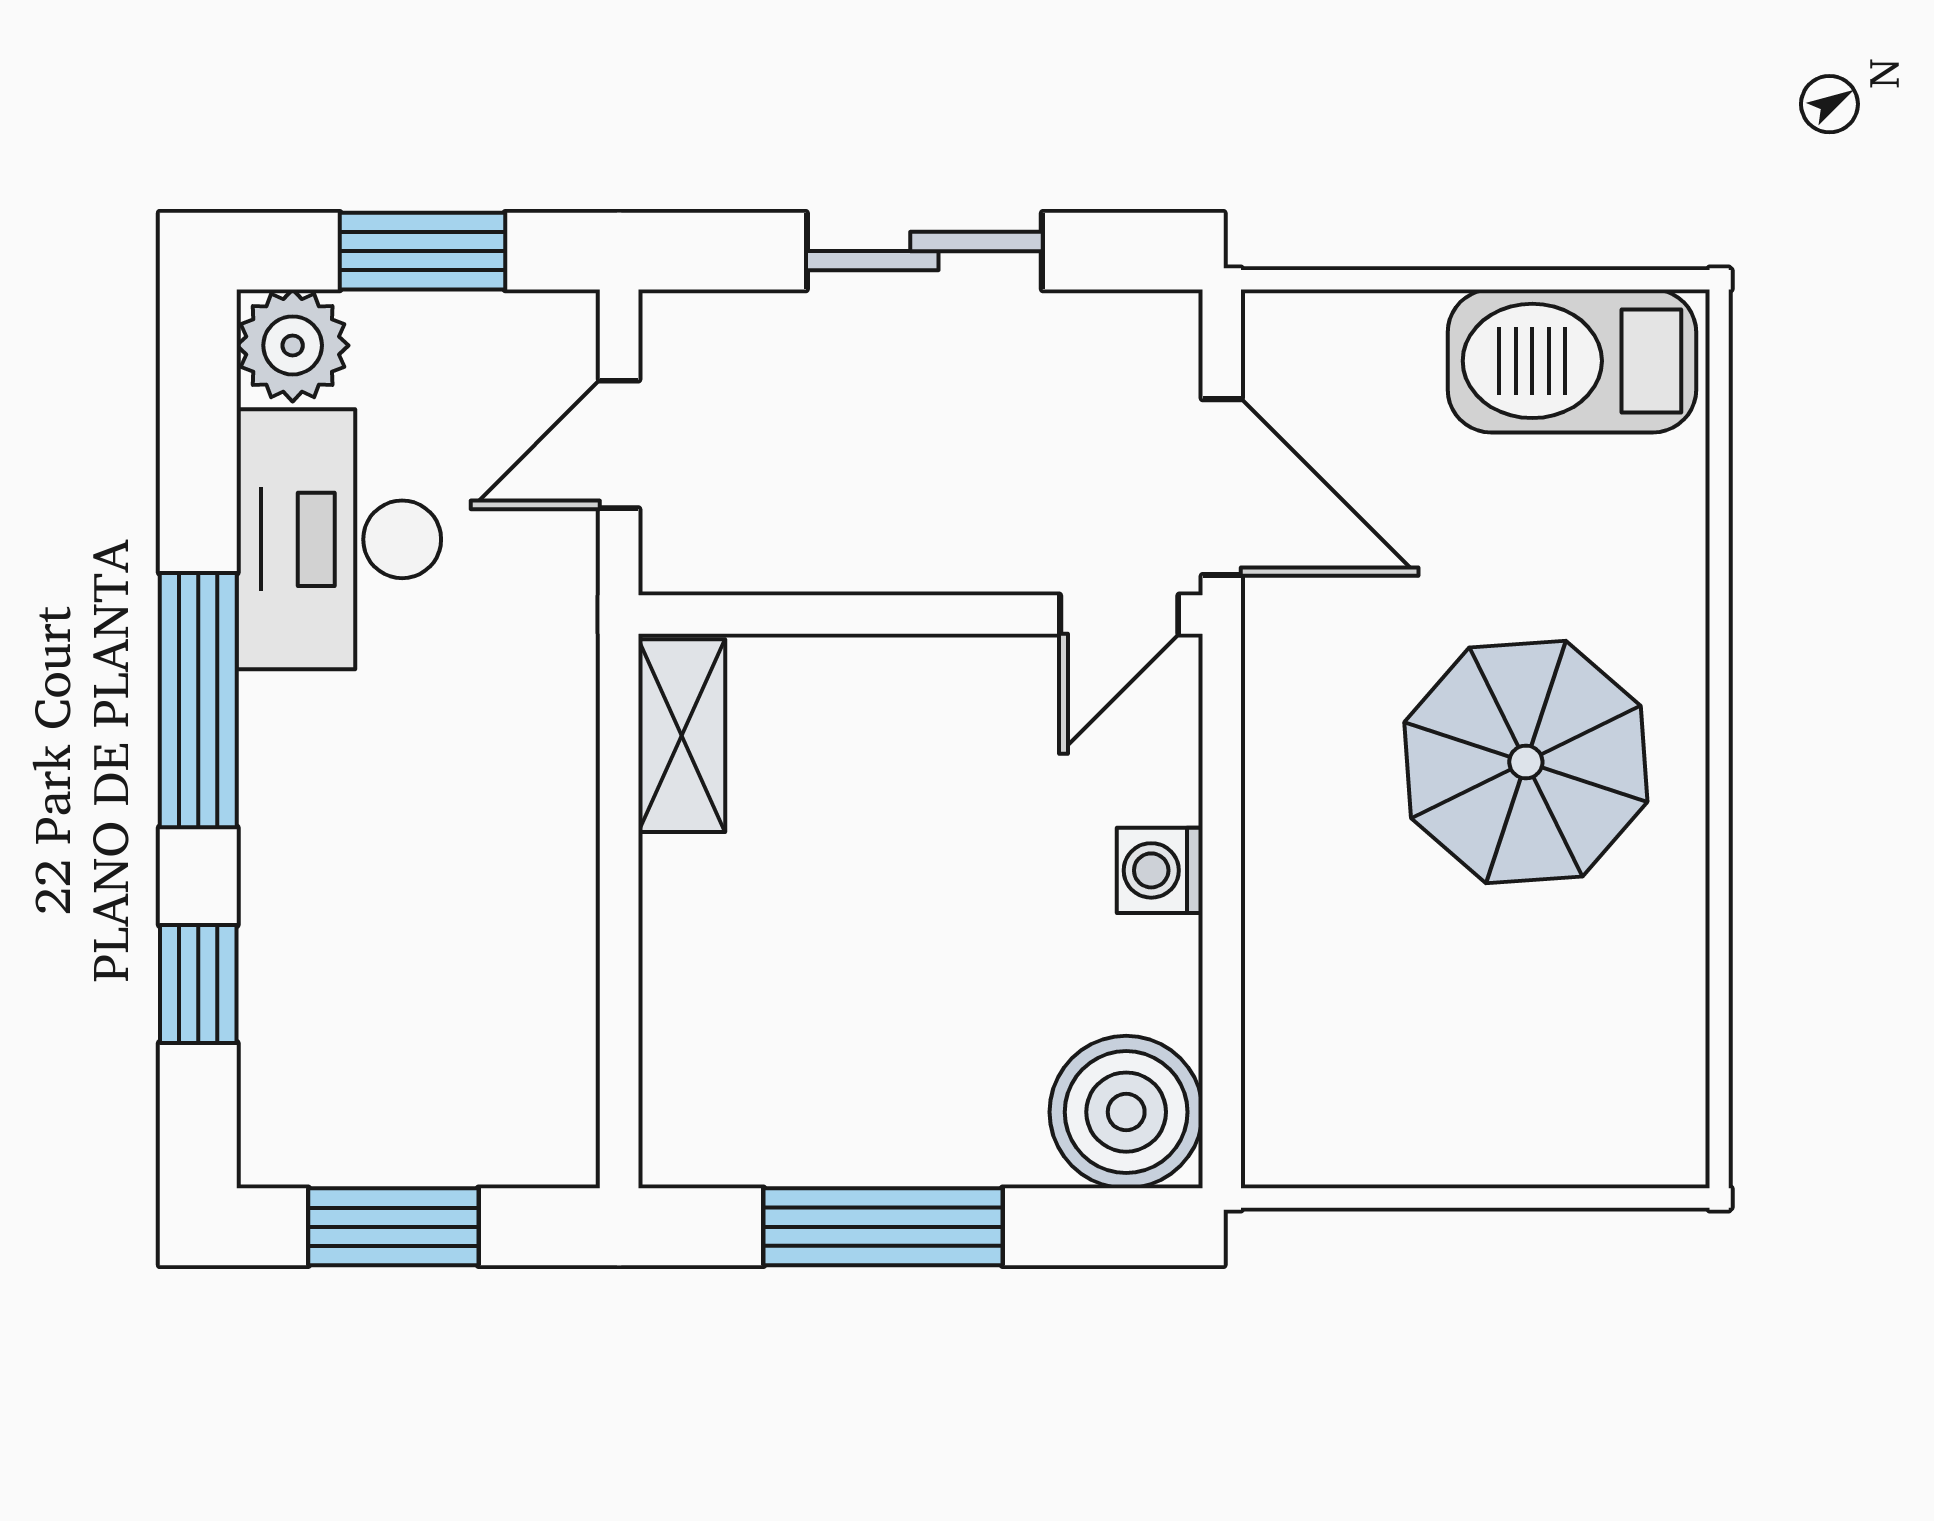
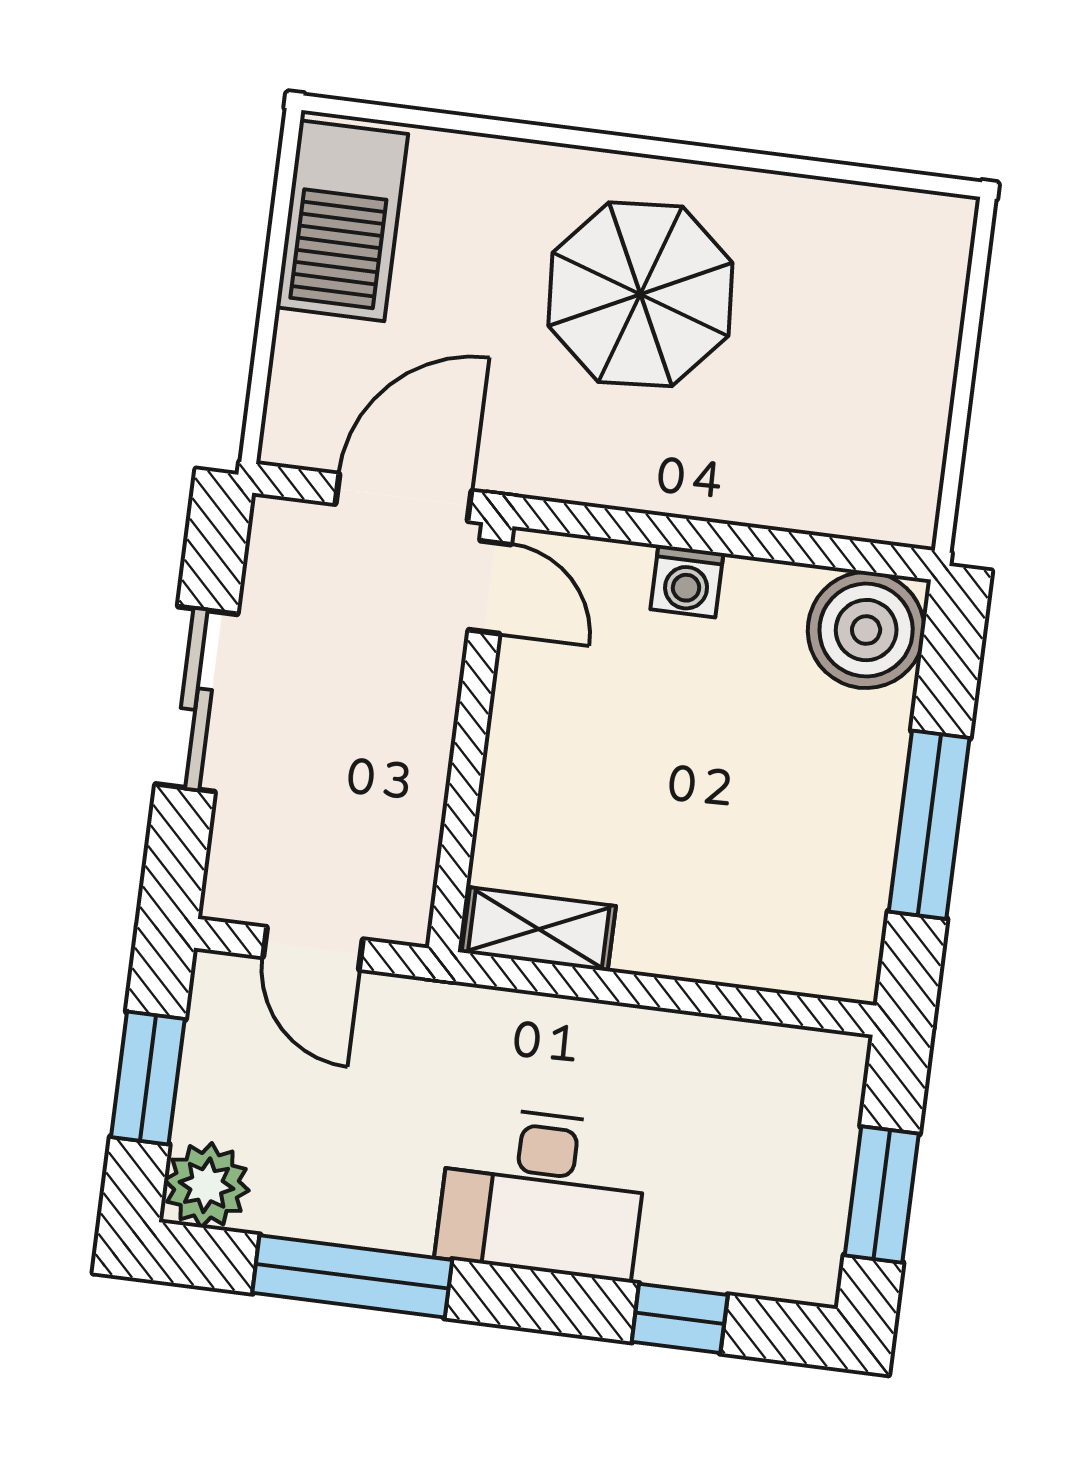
desk: (339, 539) -> (542, 1193), moved
window: (198, 700) -> (352, 1276), moved

